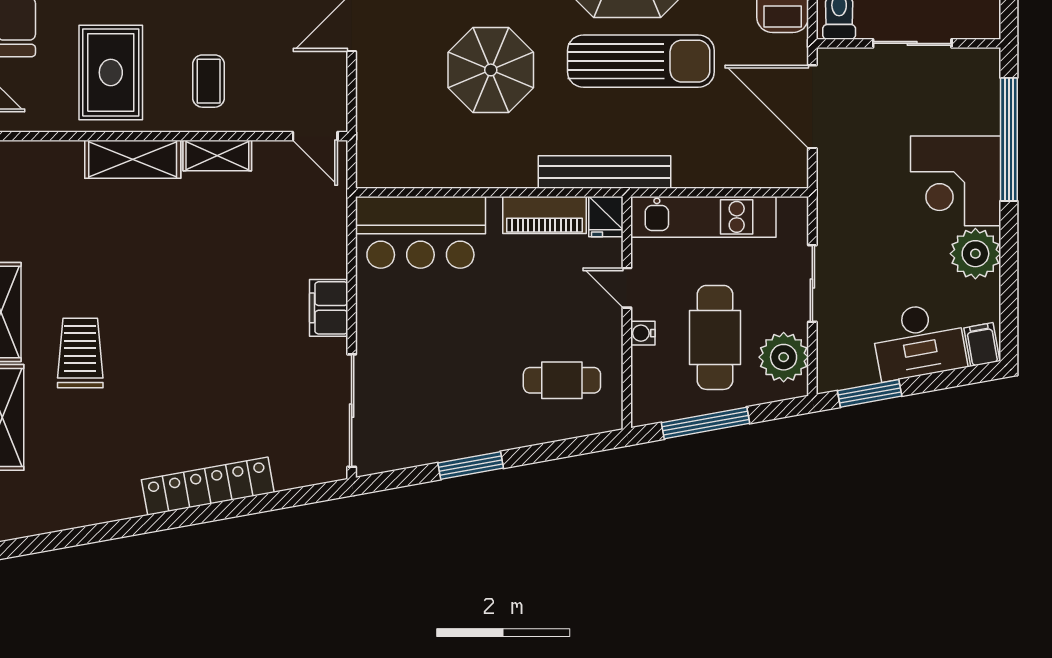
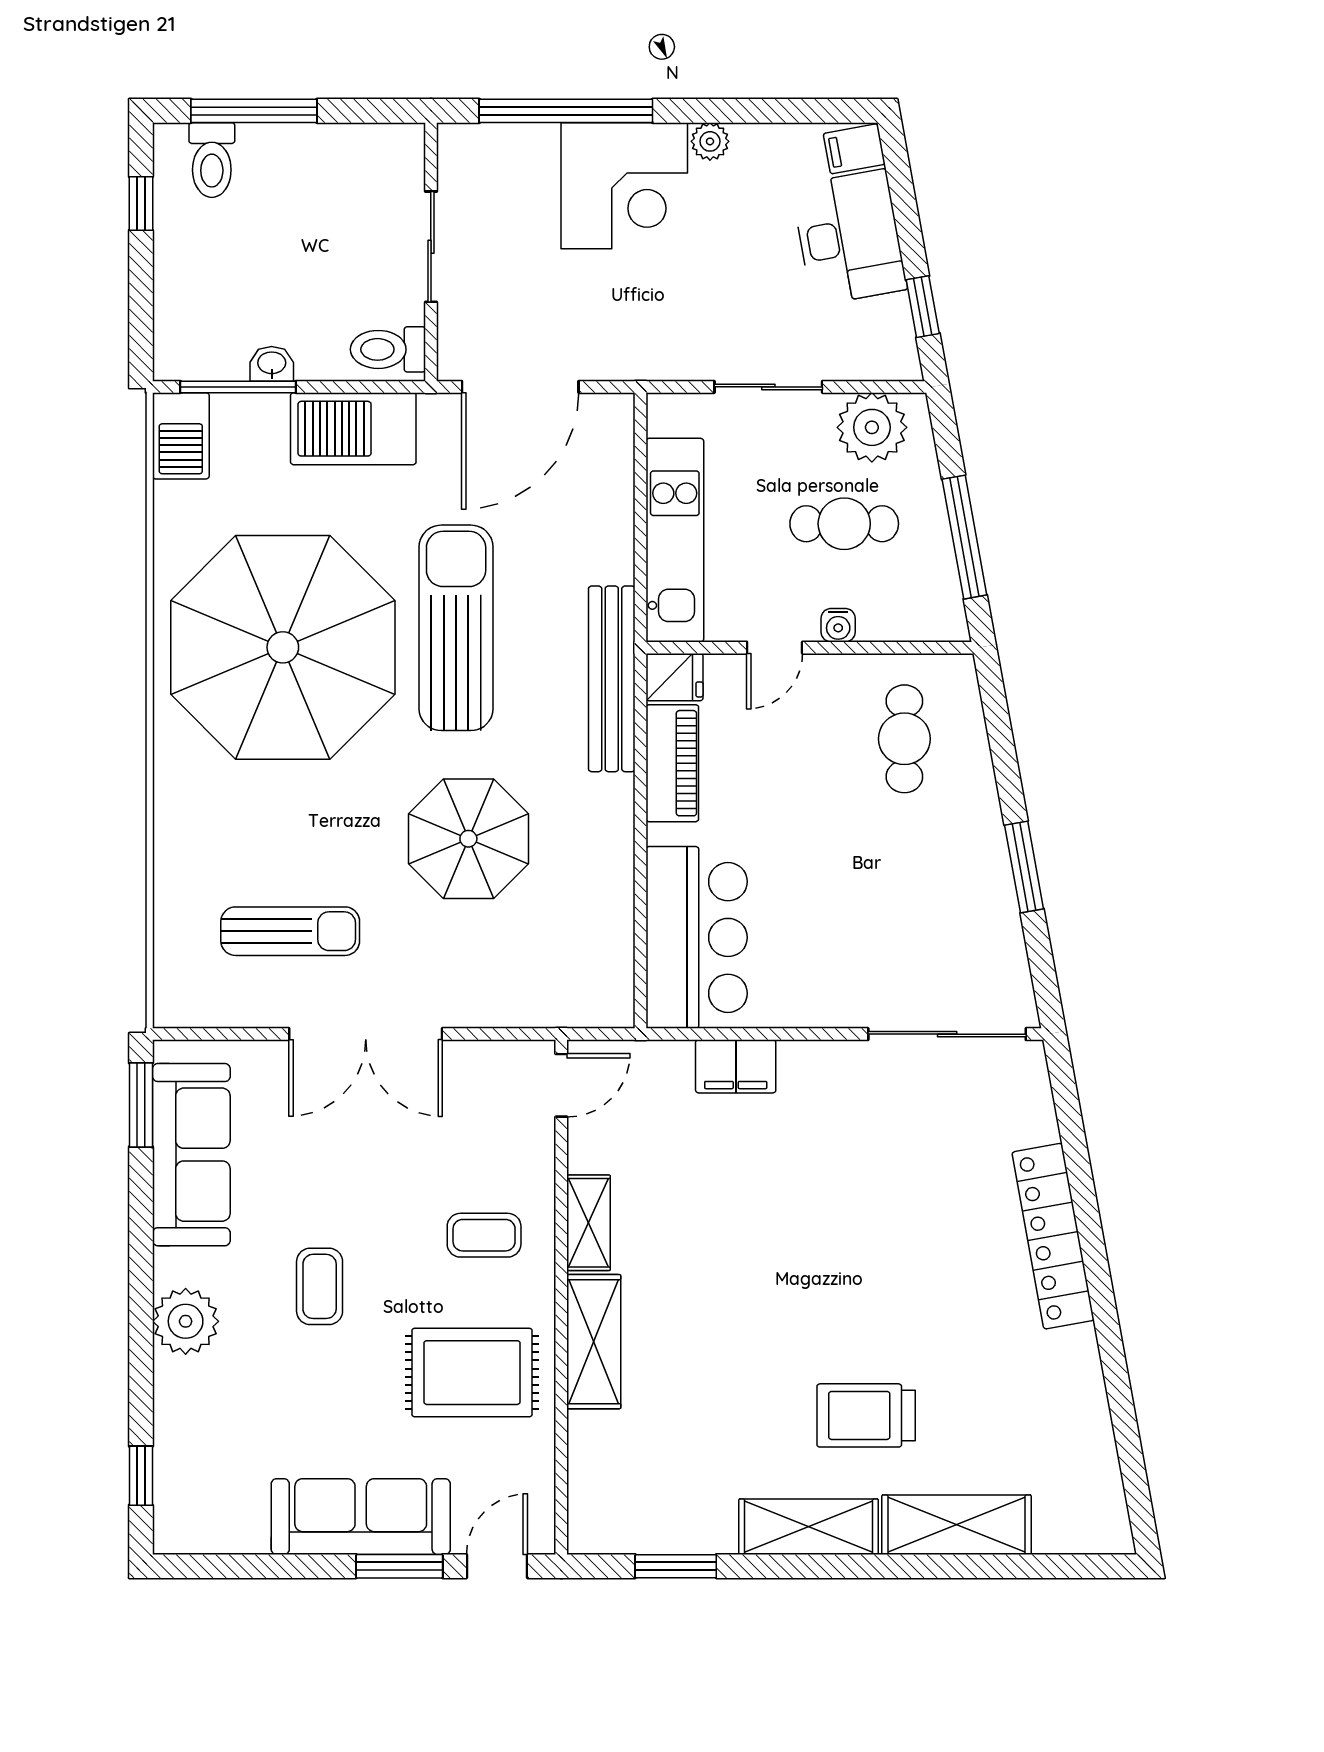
plant: (975, 254) -> (710, 141), width x0.53, depth x0.53
filing cabinet: (329, 308) -> (736, 1066), moved
cafe table: (715, 337) -> (844, 524), width x0.73, depth x0.74
window: (870, 393) -> (923, 307), width x0.67

